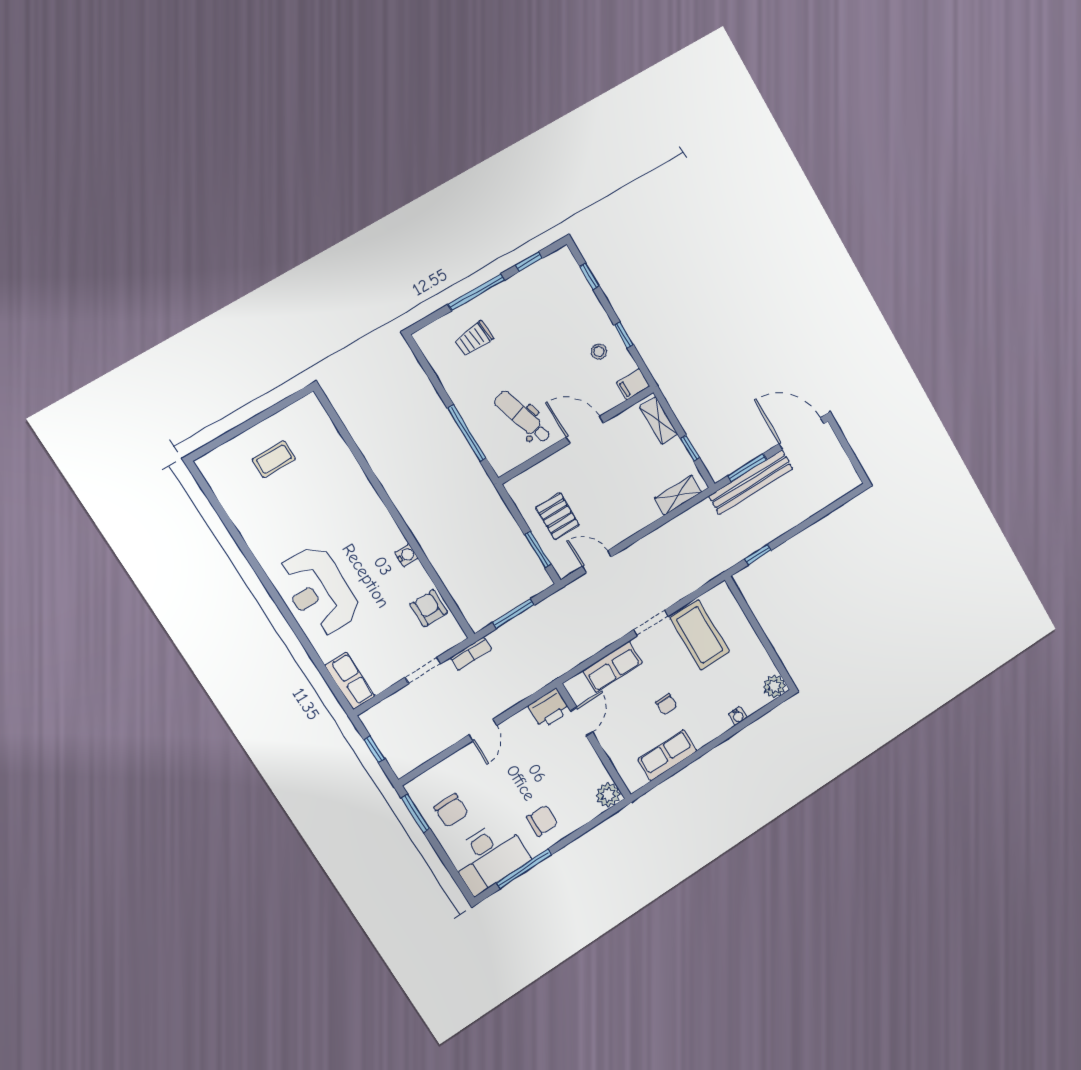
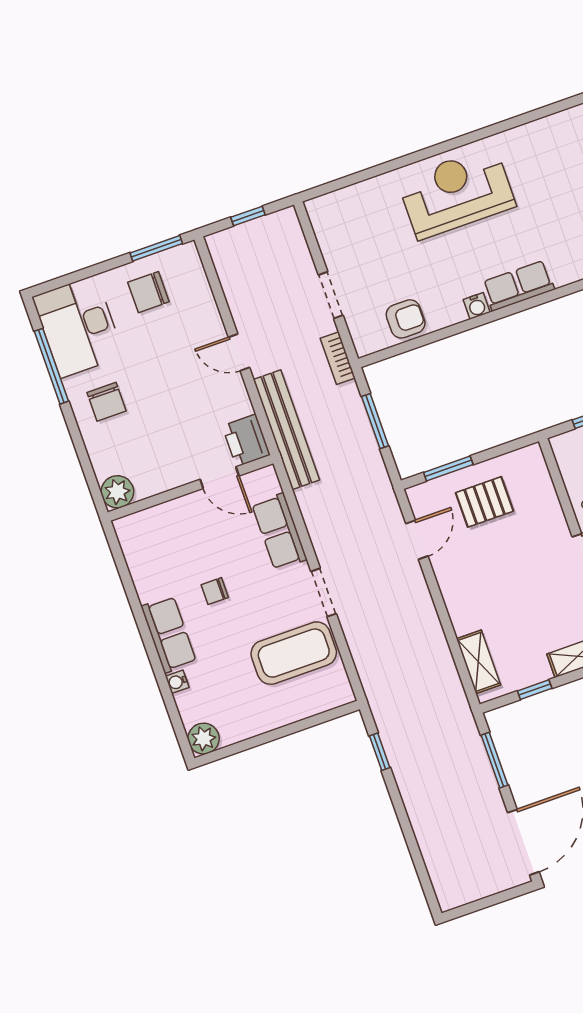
bench: (751, 482) -> (286, 430), moved
row of seats: (350, 681) -> (518, 286), moved, turned 180
row of seats: (667, 755) -> (169, 634), moved

